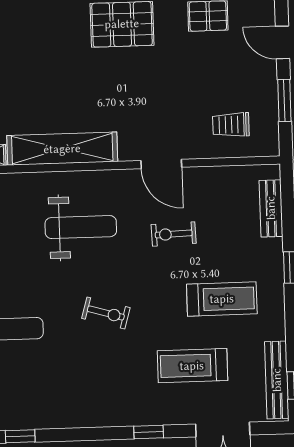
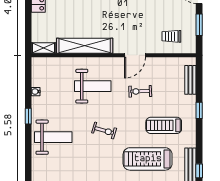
door: (161, 164) -> (135, 55), hinge flipped
treadmill: (222, 299) -> (164, 125), turned 180
treadmill: (192, 366) -> (148, 159), width x1.37, depth x1.38

